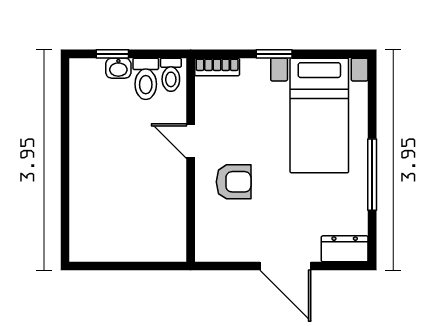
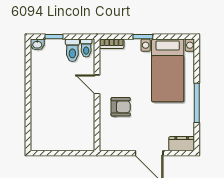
washbasin: (118, 68) -> (37, 44), moved

